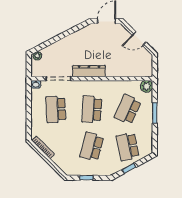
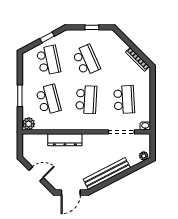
bench: (72, 39) -> (107, 173), added
dresser: (89, 71) -> (65, 140), moved
school desk: (128, 109) -> (48, 100), turned -39
school desk: (92, 147) -> (86, 60), turned -39

